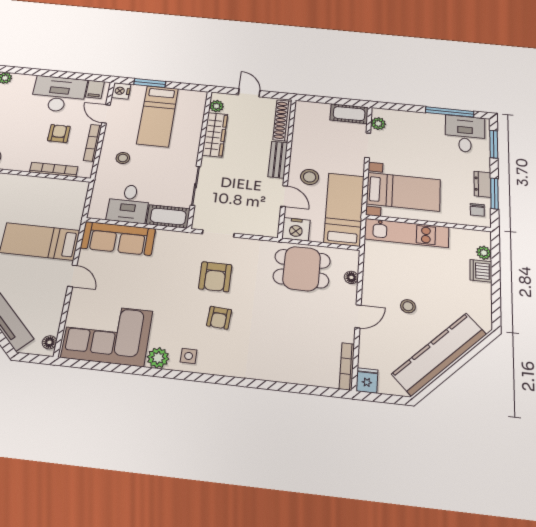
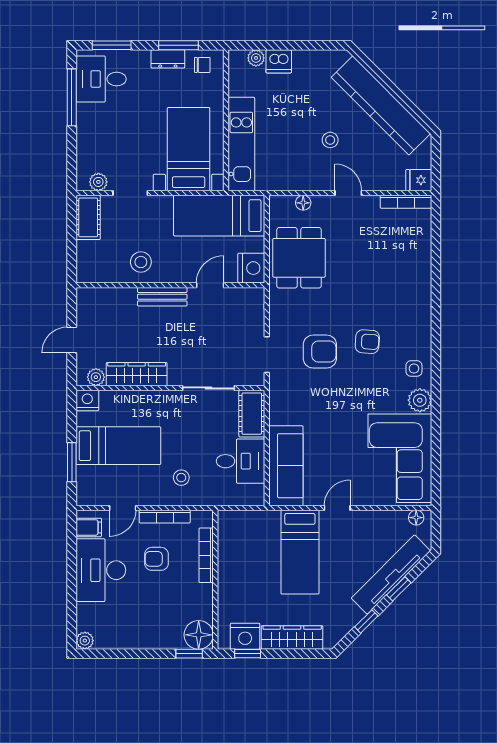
nightstand: (121, 91) -> (87, 400), moved, turned 180
shoe rack: (282, 120) -> (107, 296), removed
stool: (310, 177) -> (141, 262), moved

